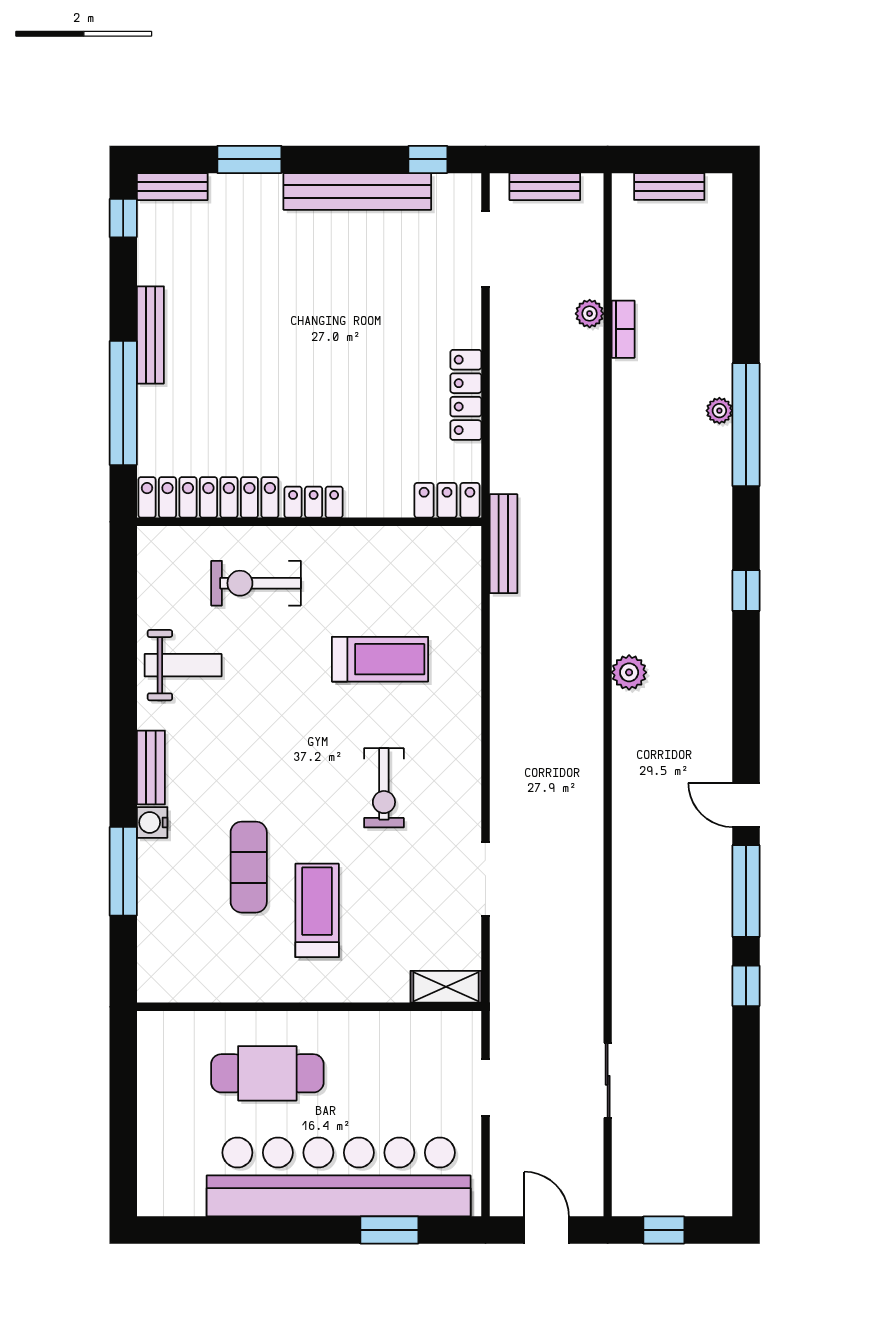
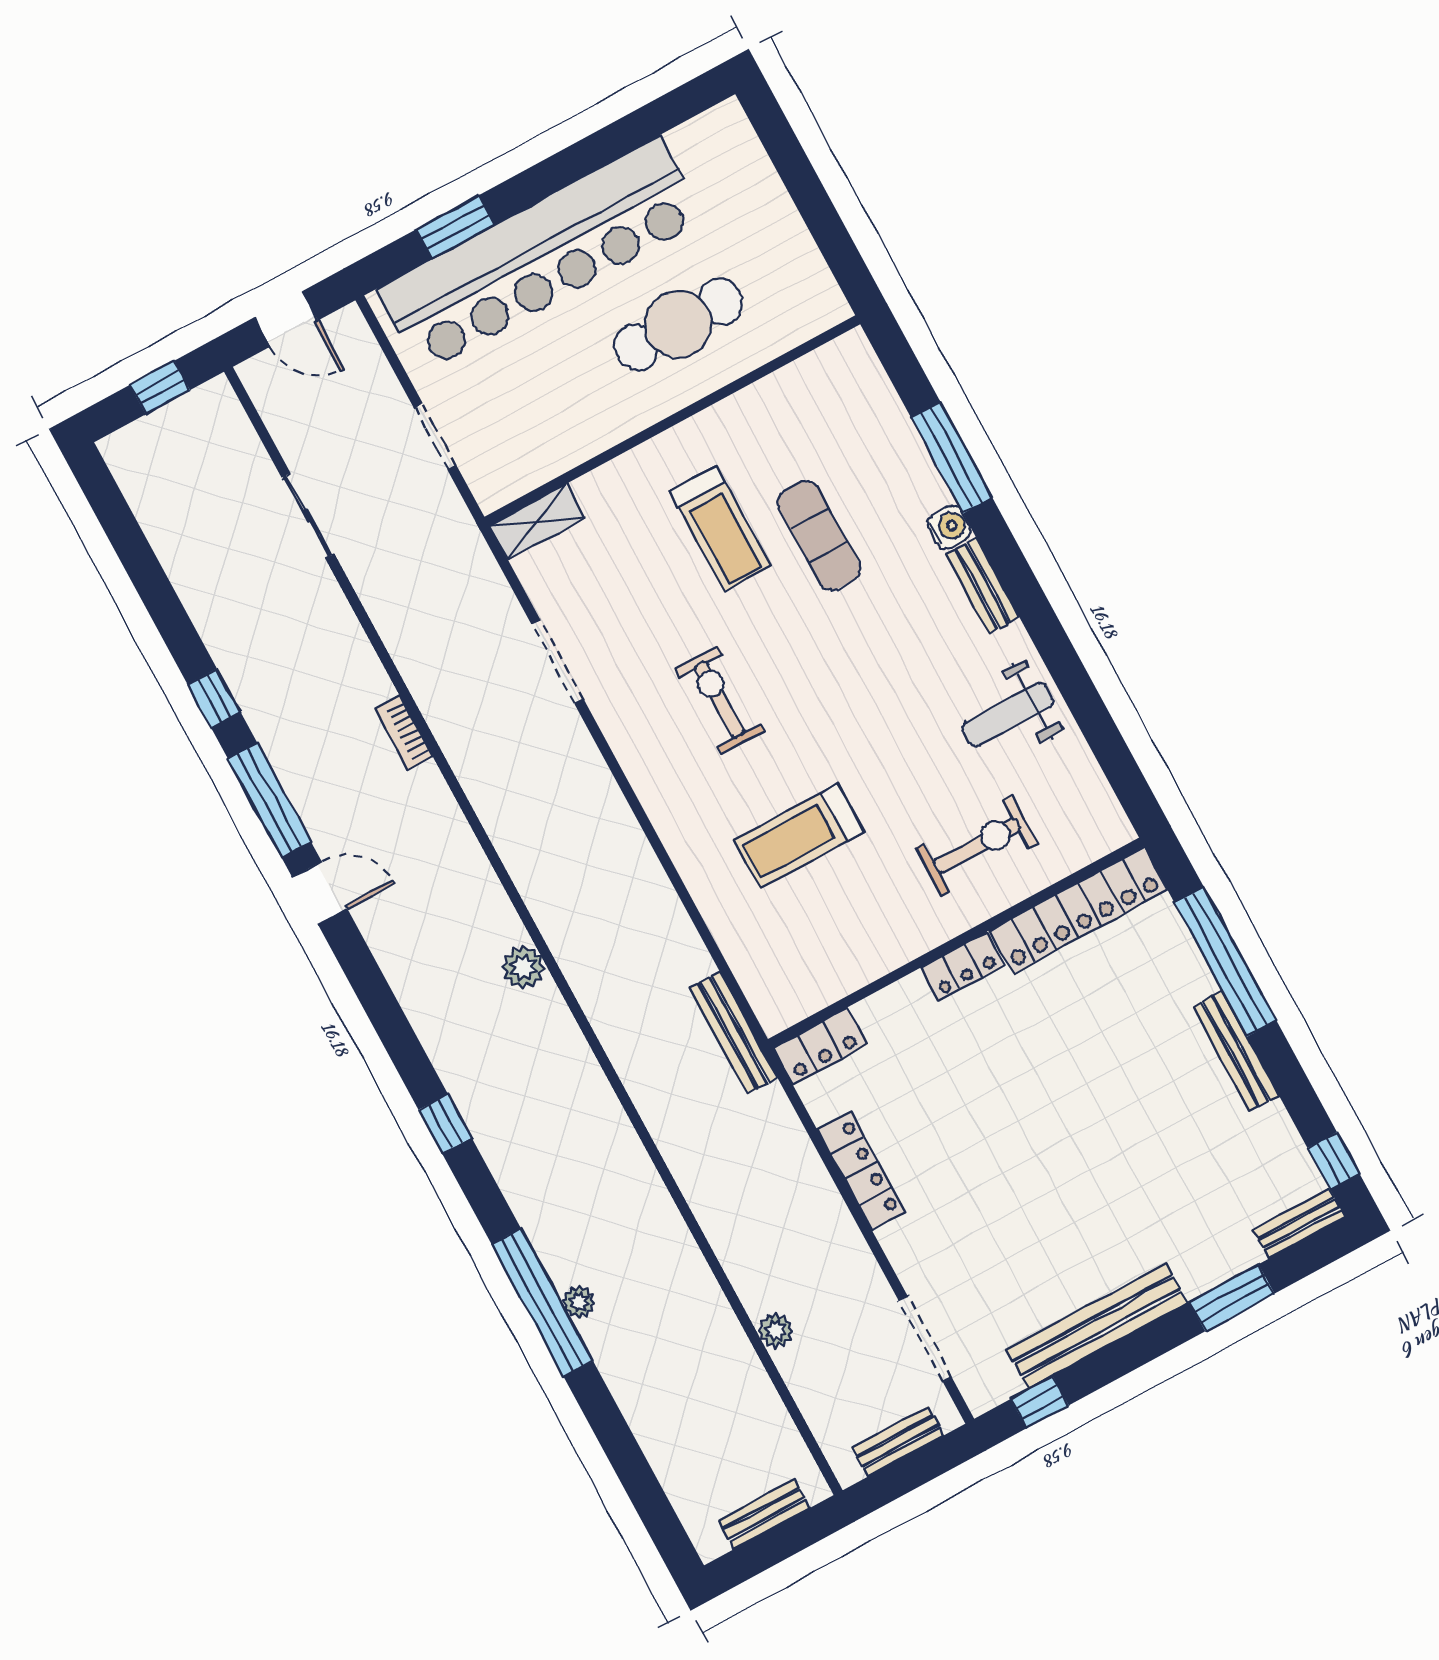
bookcase: (623, 329) -> (404, 733), moved

